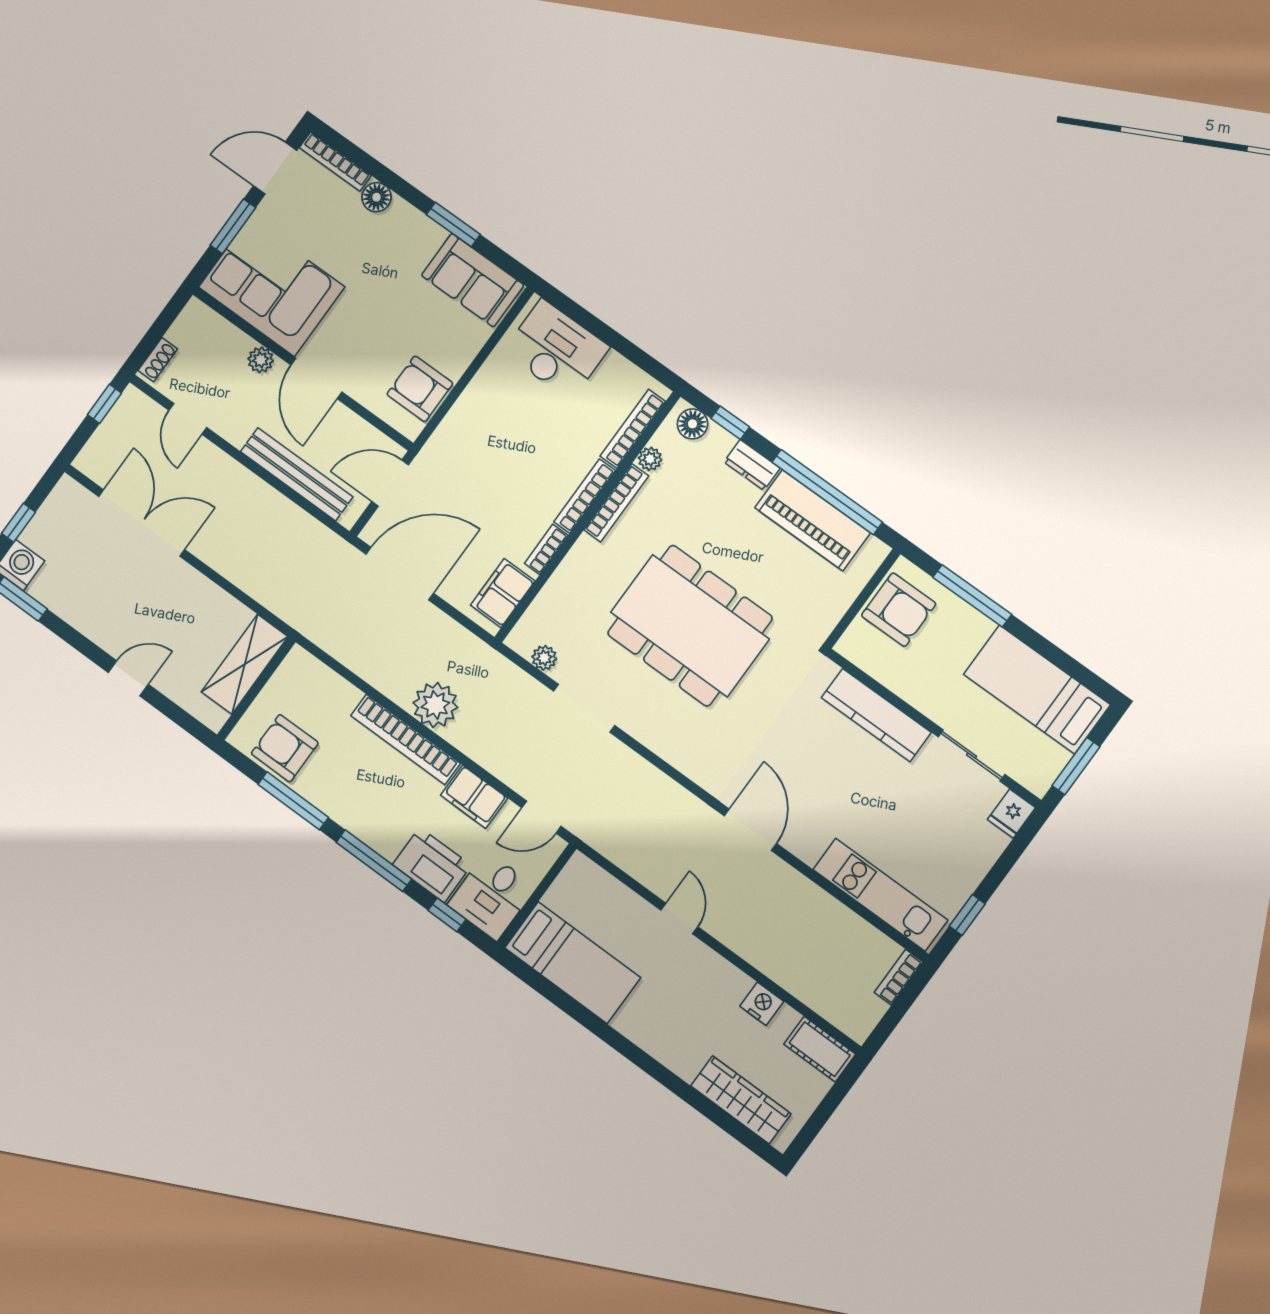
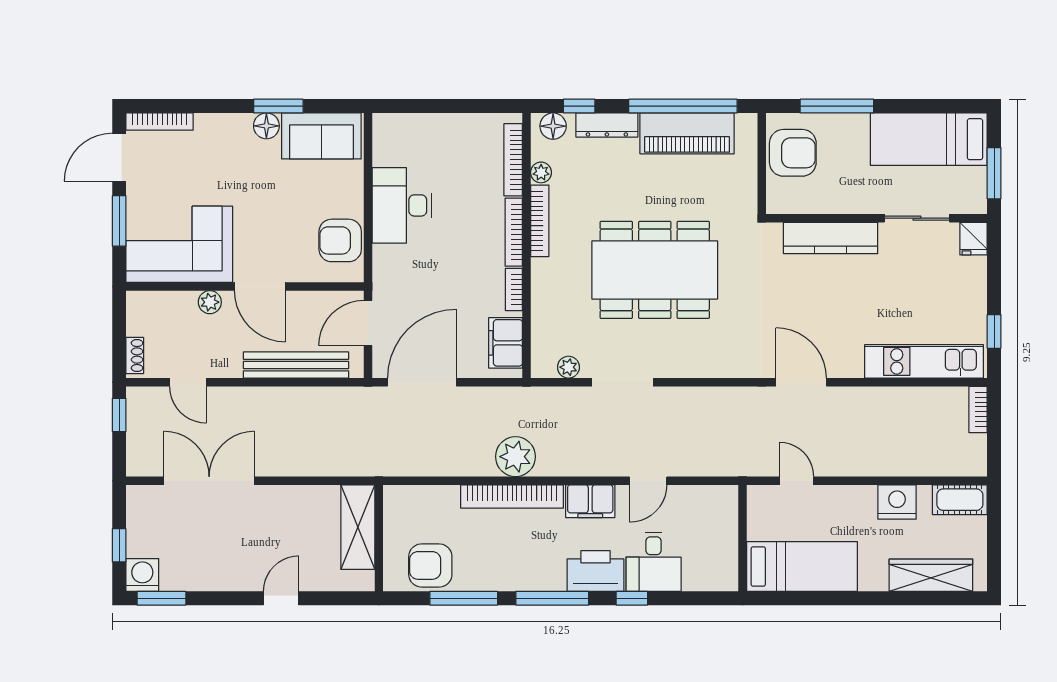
floor lamp: (376, 197) -> (266, 126), moved
desk: (556, 349) -> (402, 205), moved, turned -90
dresser: (752, 465) -> (607, 125), width x1.44
wall: (537, 895) -> (743, 538), moved
bed: (573, 963) -> (802, 566), moved
nightstand: (762, 1004) -> (897, 502), width x1.36, depth x1.33

